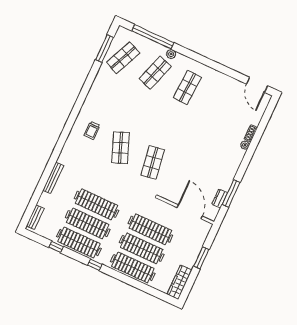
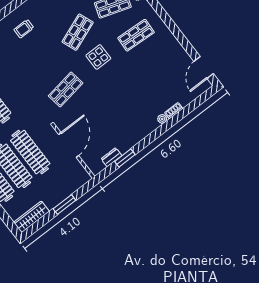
display table: (166, 122) -> (98, 57), added
shop shelf: (121, 148) -> (78, 32), moved
window: (231, 193) -> (125, 158), width x0.69
door: (190, 212) -> (69, 145), moved

